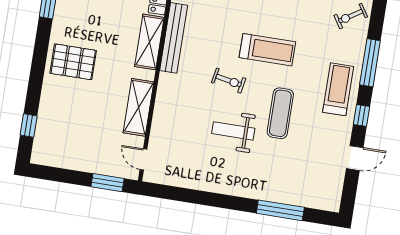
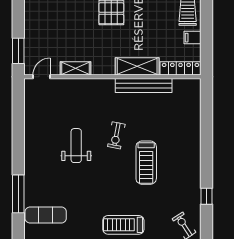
treadmill: (338, 89) -> (123, 225), turned 180
shelving: (138, 107) -> (76, 68), width x0.67, depth x0.75
exercise mat: (280, 113) -> (46, 215), moved

